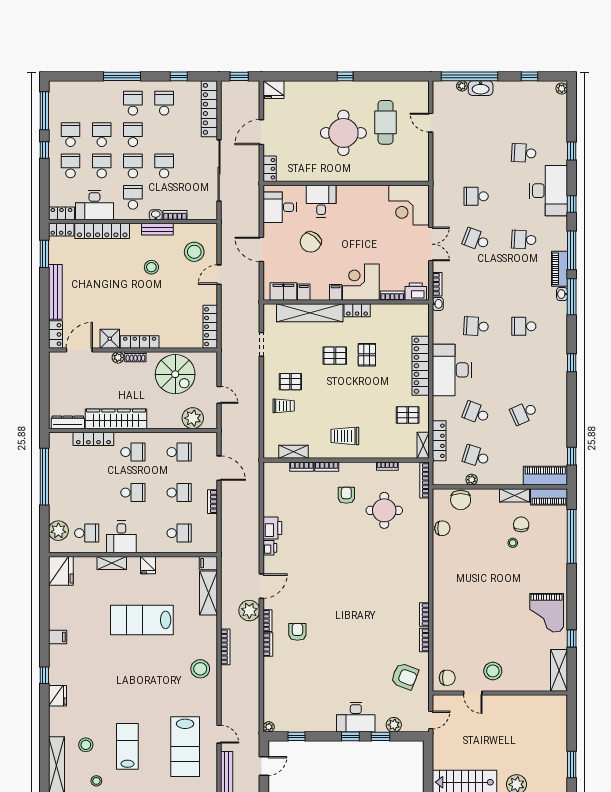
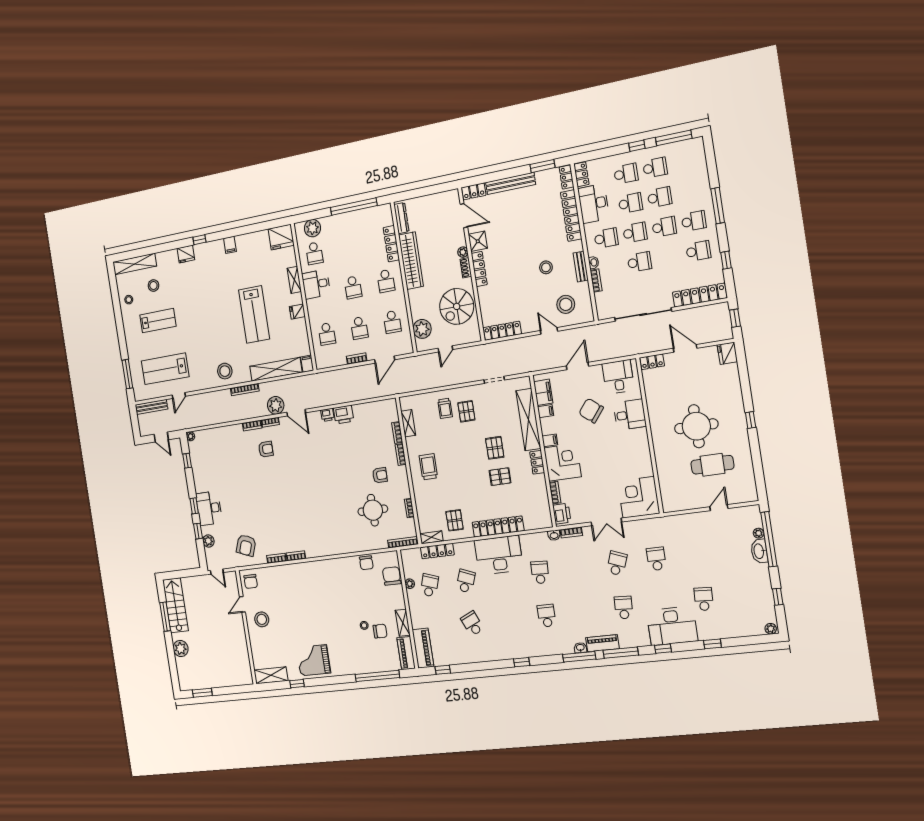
chair: (461, 500) -> (392, 576), turned 90
shelving: (209, 593) -> (276, 369), width x1.47
lab bench: (142, 620) -> (254, 314), turned 180

